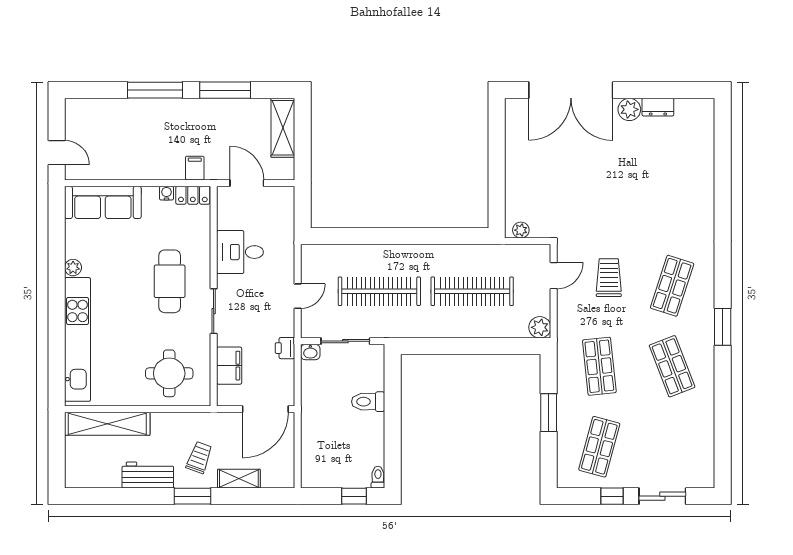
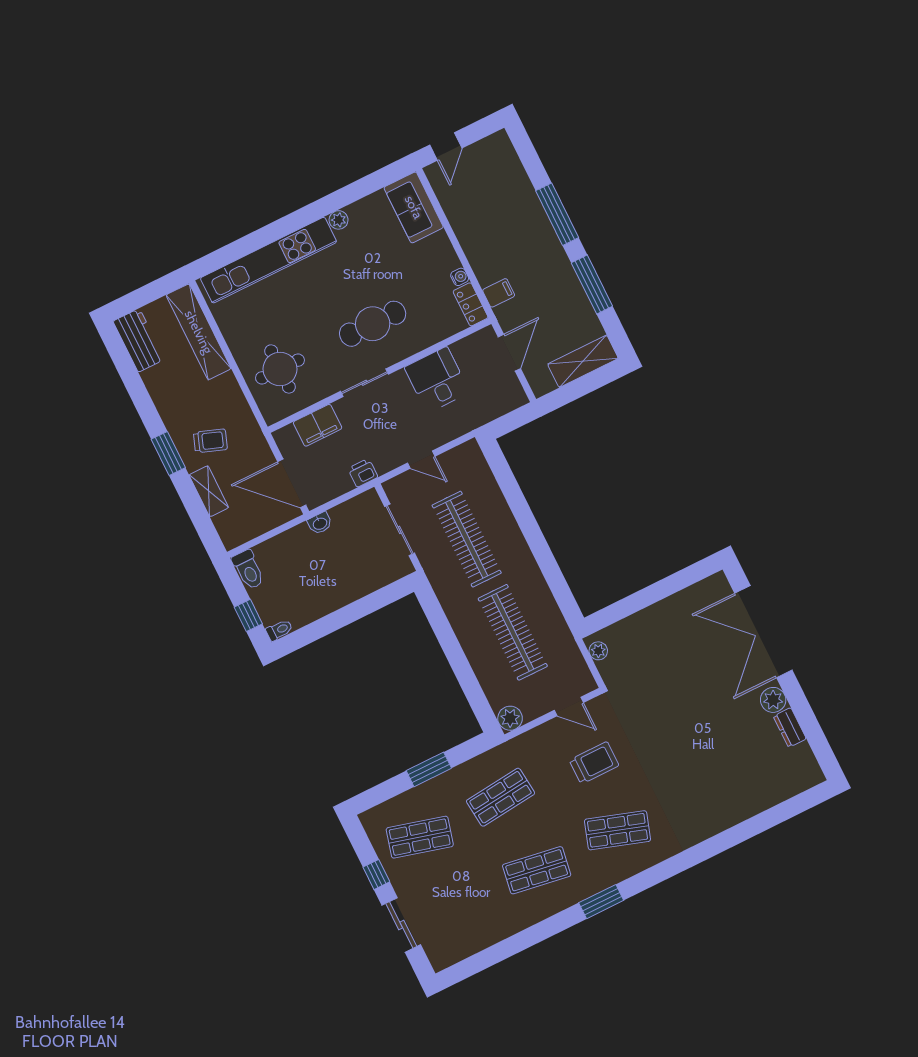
sofa: (103, 202) -> (414, 207), width x0.73
washbasin: (310, 352) -> (320, 523), moved, turned -90
shop shelf: (672, 366) -> (537, 870), turned 30
toilet: (368, 402) -> (248, 570), moved, turned 180
workbench: (148, 475) -> (139, 340), moved

